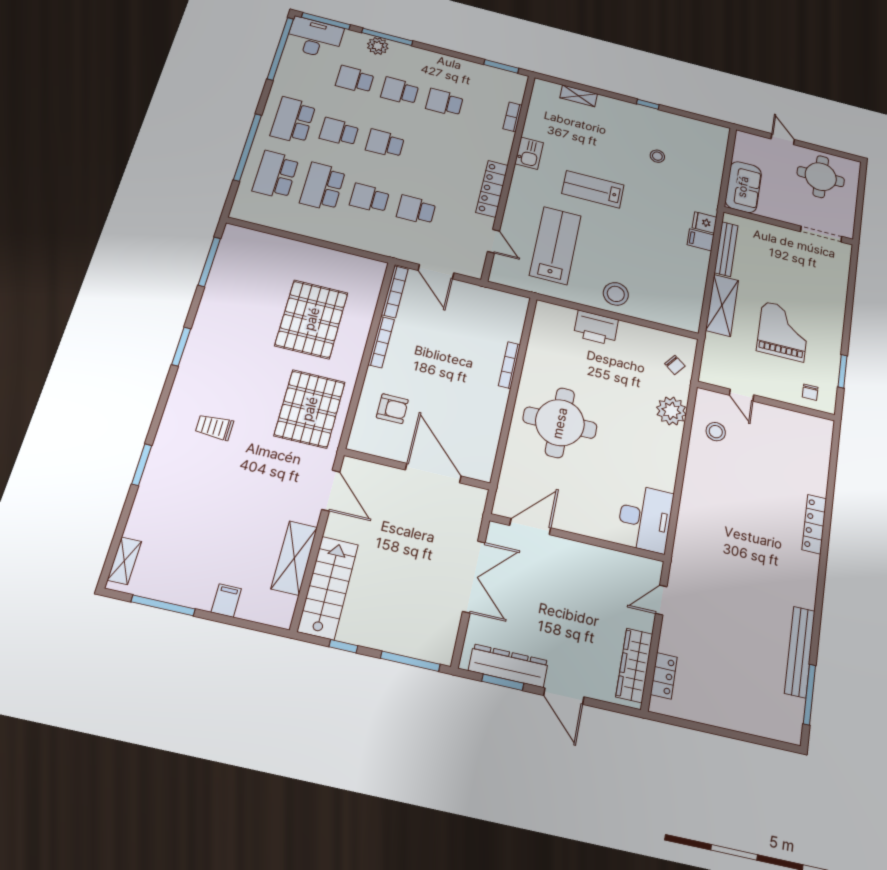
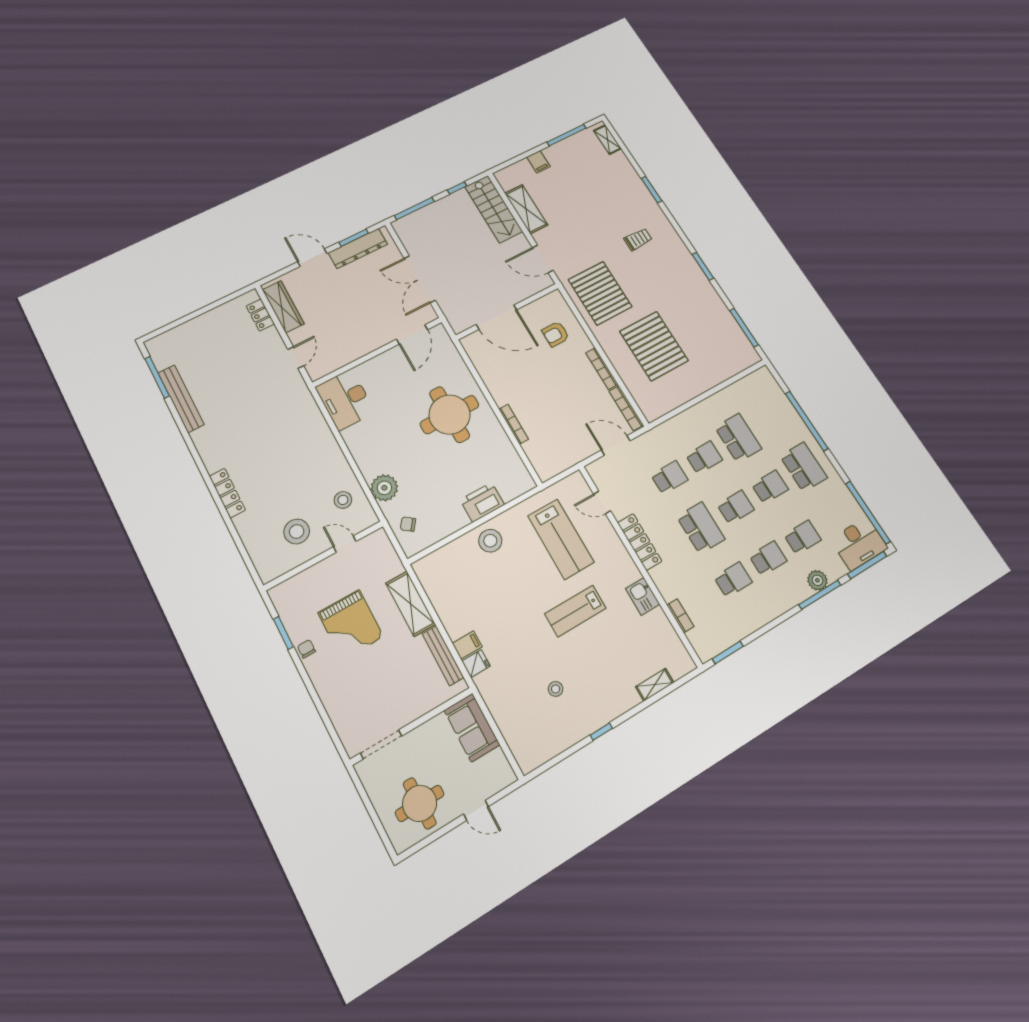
school desk: (276, 175) -> (701, 528), moved
lab bench: (593, 189) -> (575, 611), turned 180
chair: (810, 392) -> (306, 649), moved
stool: (776, 440) -> (297, 531), added

